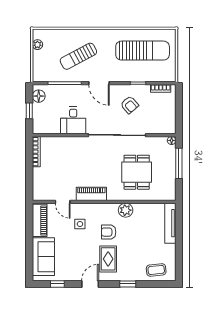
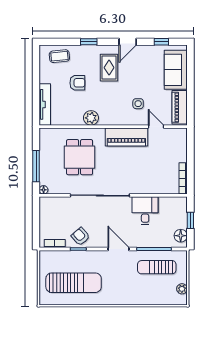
sun lounger: (143, 51) -> (74, 283), turned 180
sun lounger: (78, 56) -> (157, 267), moved, turned -152
armchair: (130, 105) -> (81, 236), moved
piano: (91, 194) -> (126, 137), width x1.37, depth x1.33
armchair: (109, 232) -> (77, 83), moved

